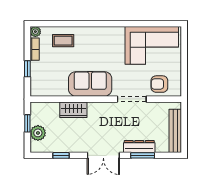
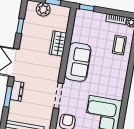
window: (27, 69) -> (87, 8), moved
dresser: (139, 147) -> (17, 91), width x0.70

